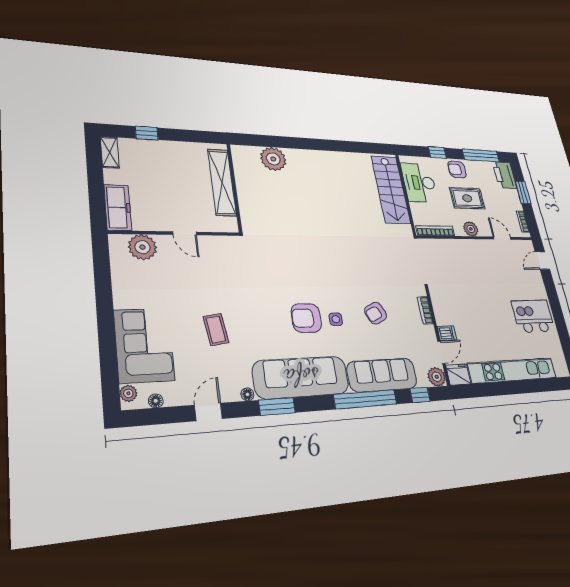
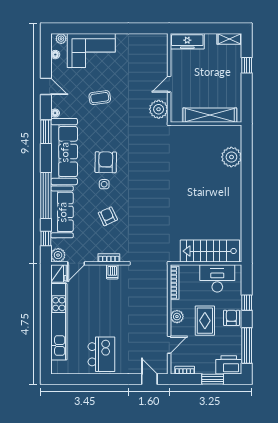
plant: (142, 247) -> (159, 109), moved
dishwasher: (447, 333) -> (112, 272), moved
door: (441, 352) -> (76, 263), hinge flipped

